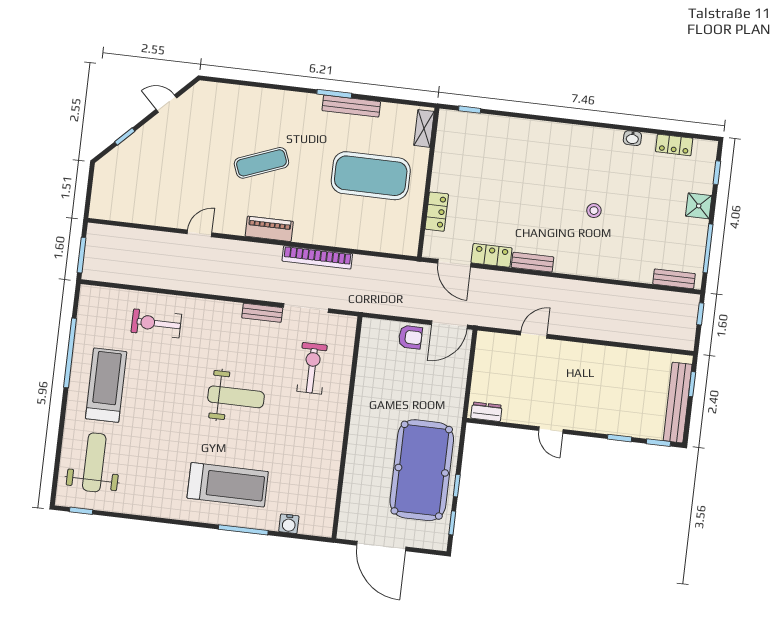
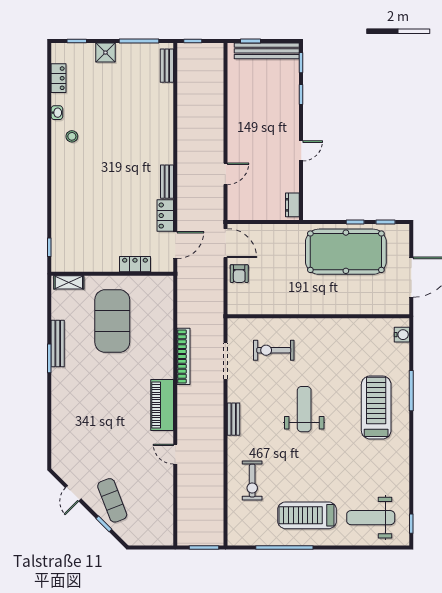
exercise mat: (261, 163) -> (112, 500), moved
stool: (594, 211) -> (72, 136), moved
piano: (269, 229) -> (162, 405), width x1.37, depth x1.33
bench: (262, 313) -> (234, 419), moved
door: (534, 335) -> (225, 174), swing flipped
armchair: (410, 337) -> (239, 274), turned 180
water cooler: (289, 524) -> (402, 335), moved

